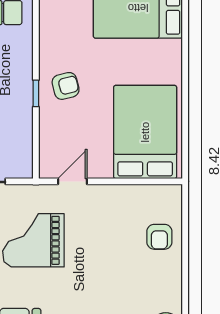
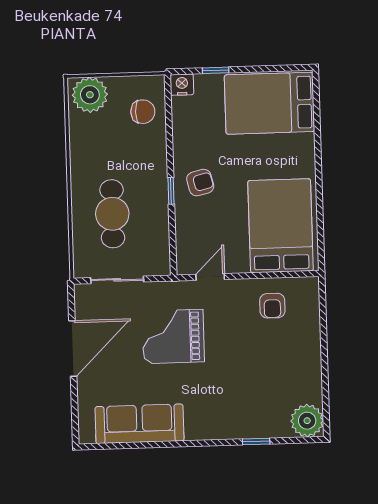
armchair: (159, 237) -> (272, 306), moved

